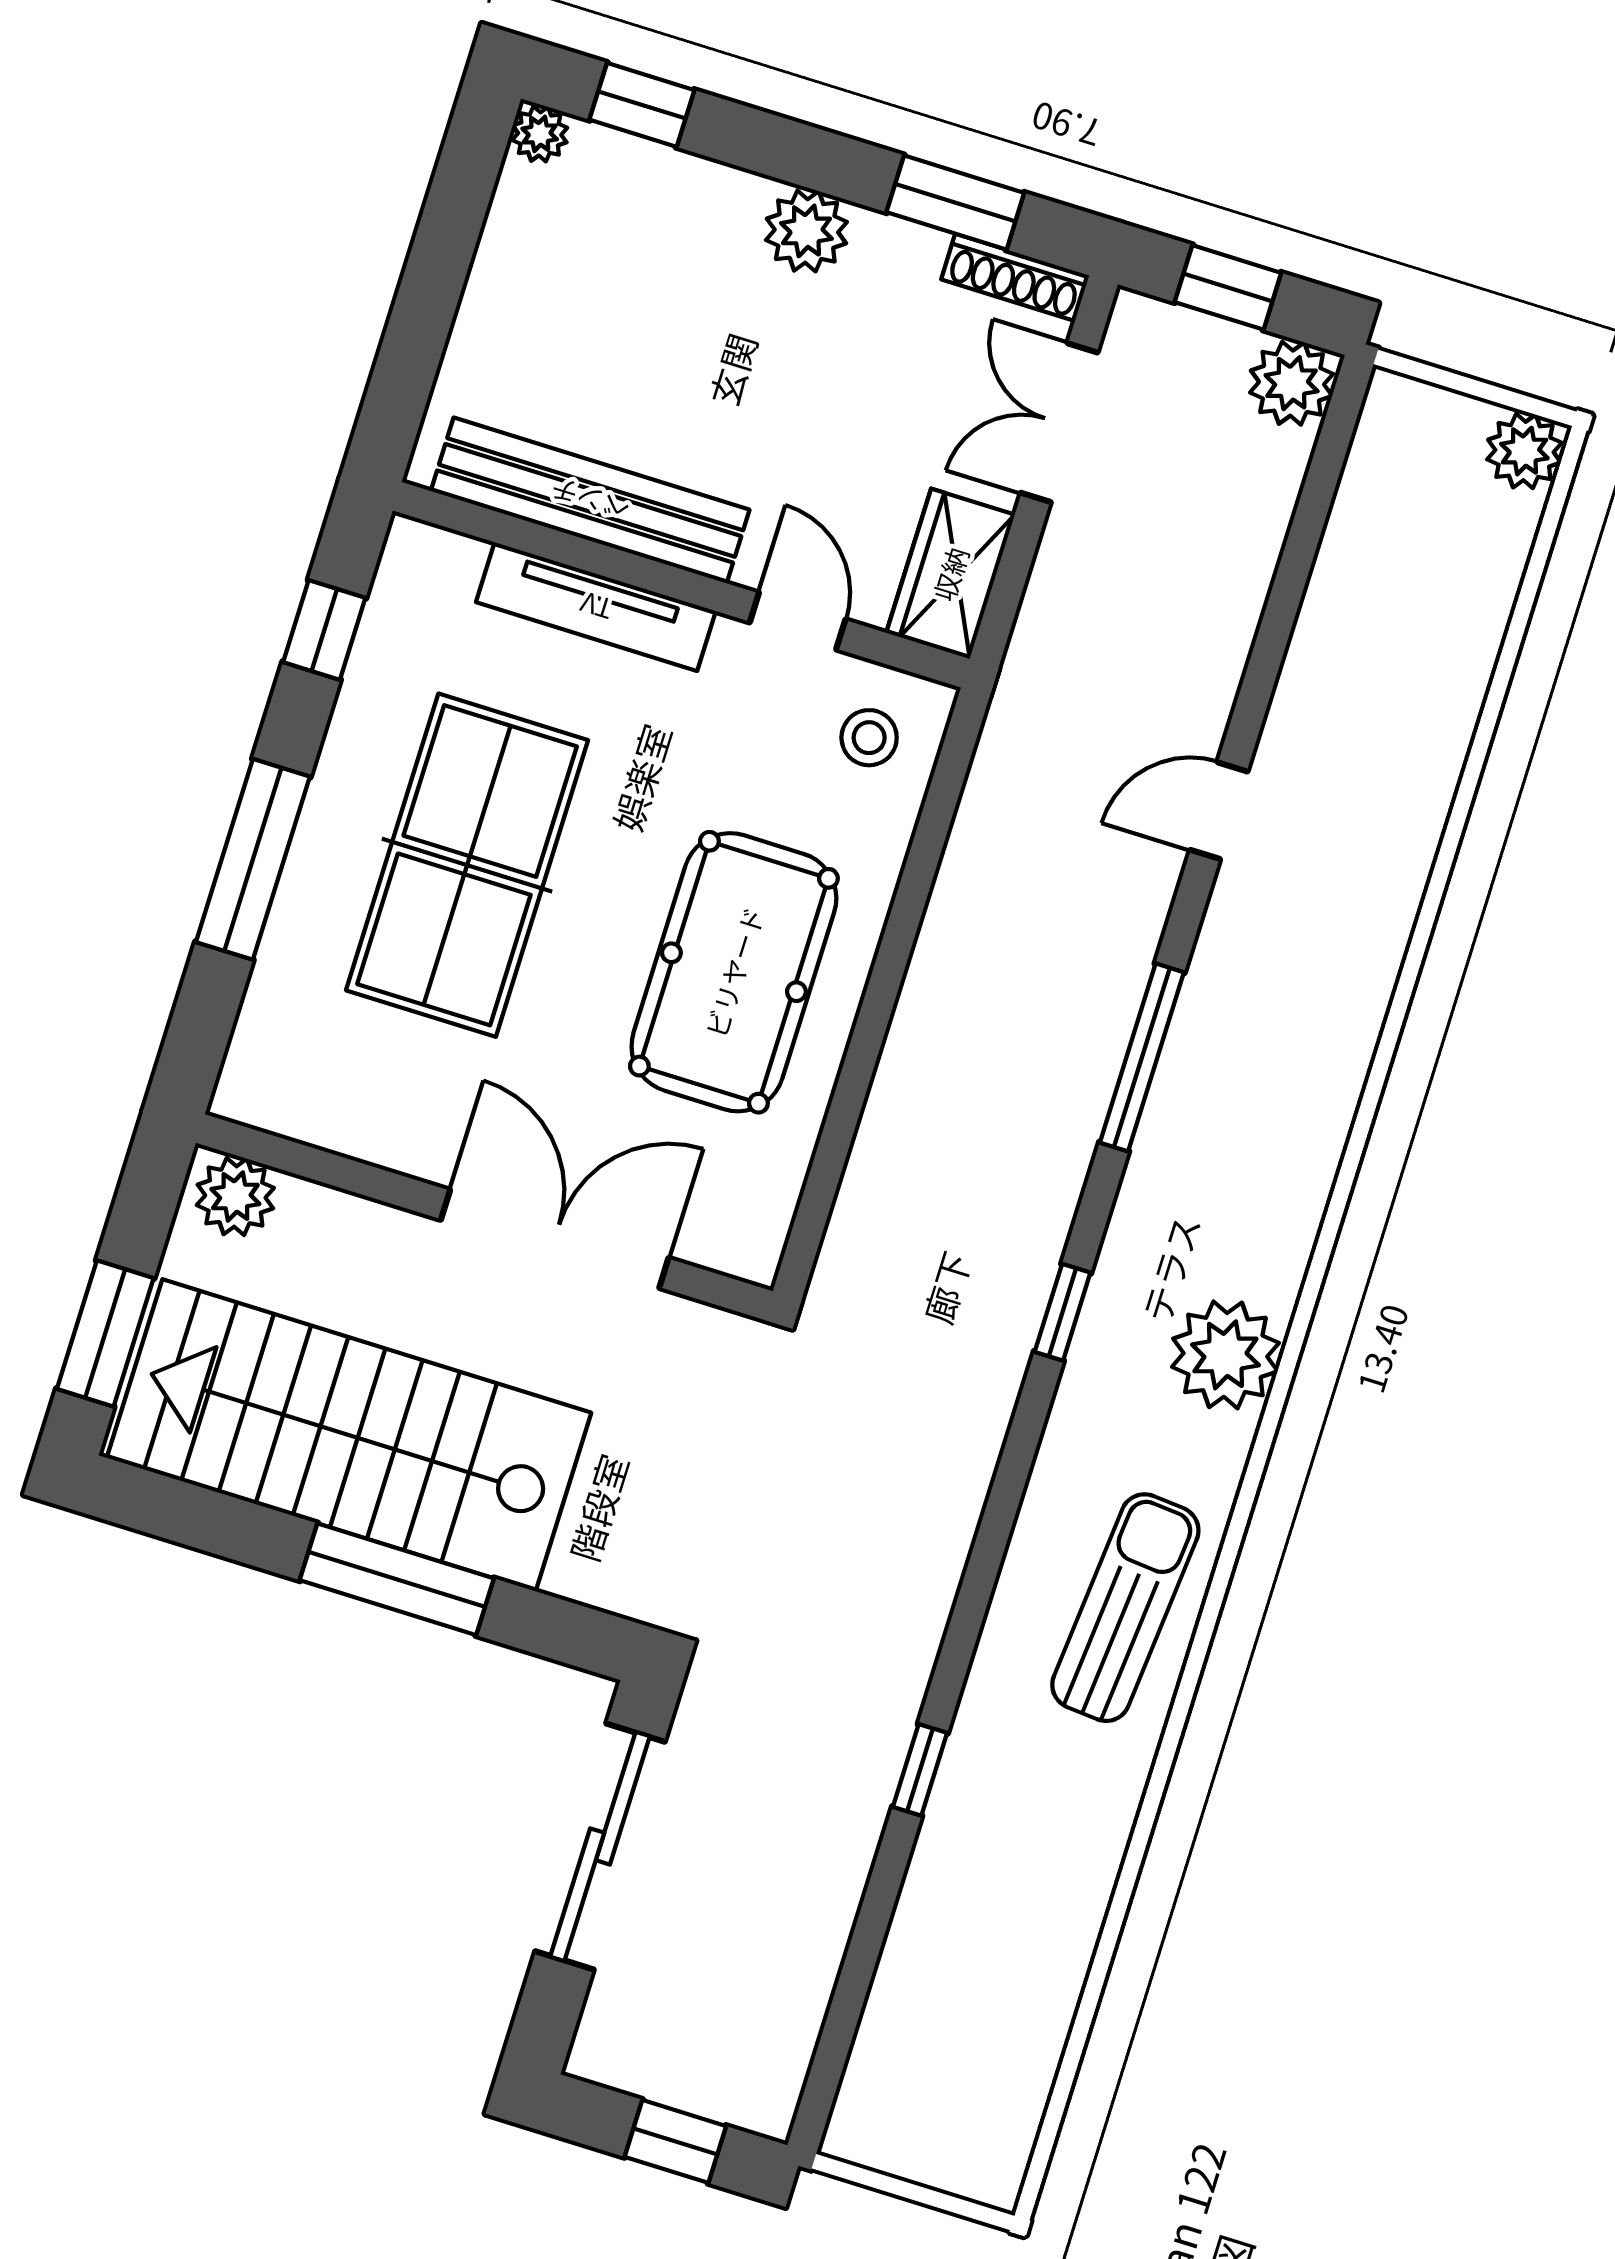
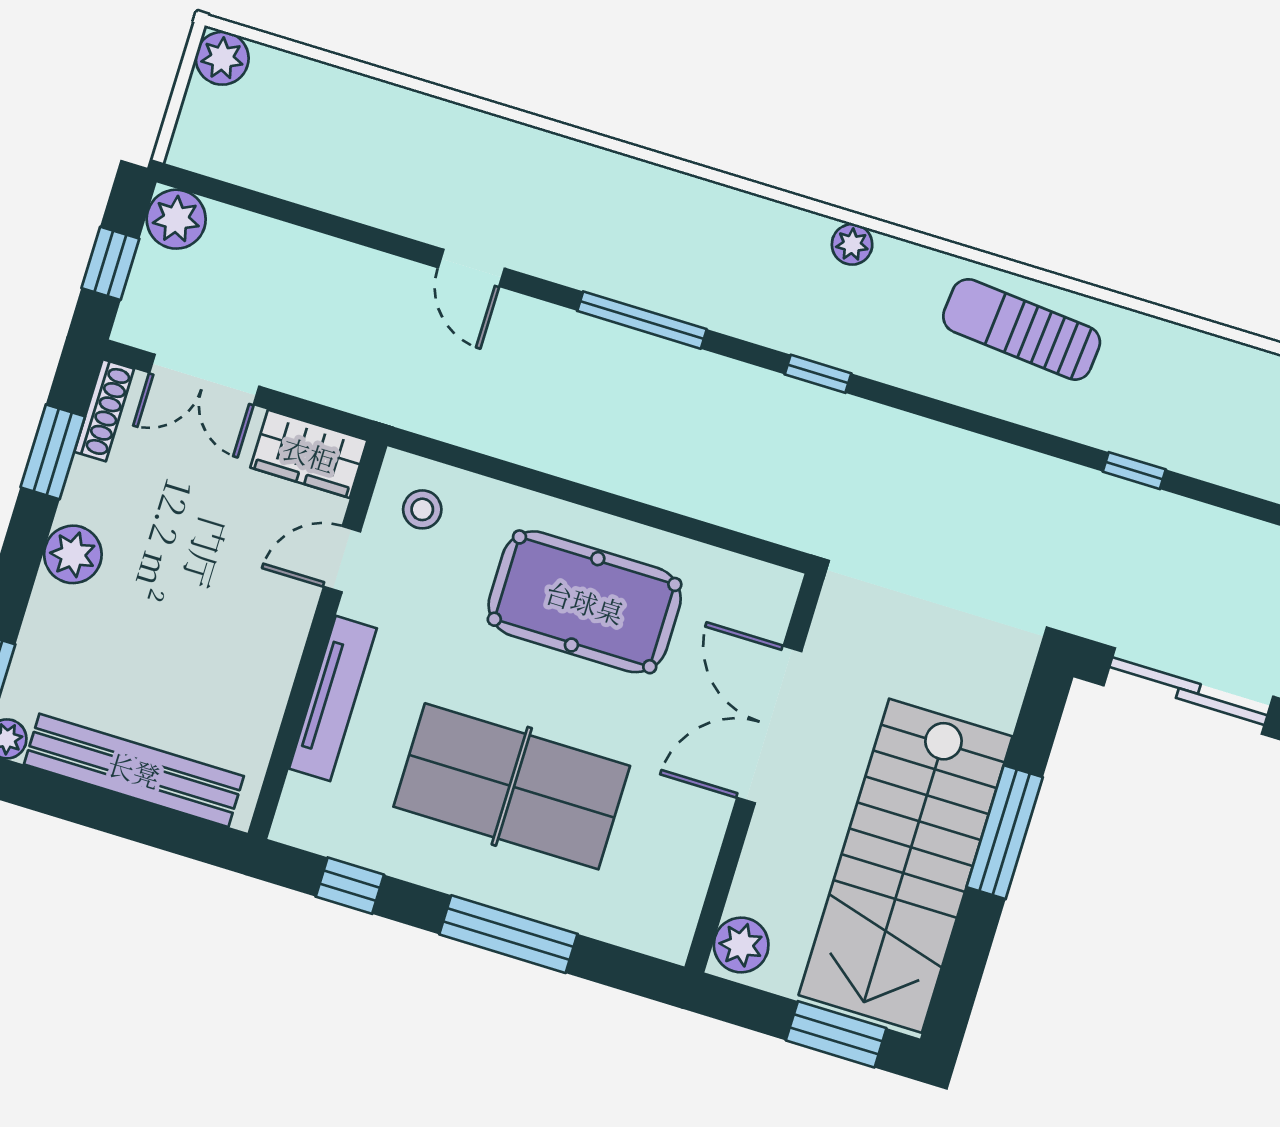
bench: (590, 500) -> (134, 770), moved, turned 90
plant: (1225, 1355) -> (852, 244), width x0.53, depth x0.53

